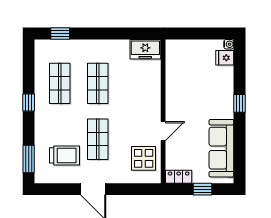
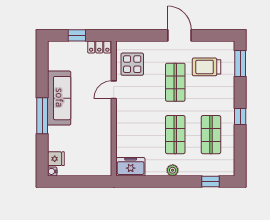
plant: (101, 45) -> (173, 170), added
window: (240, 103) -> (42, 116), width x2.17
sofa: (221, 148) -> (59, 98), moved

